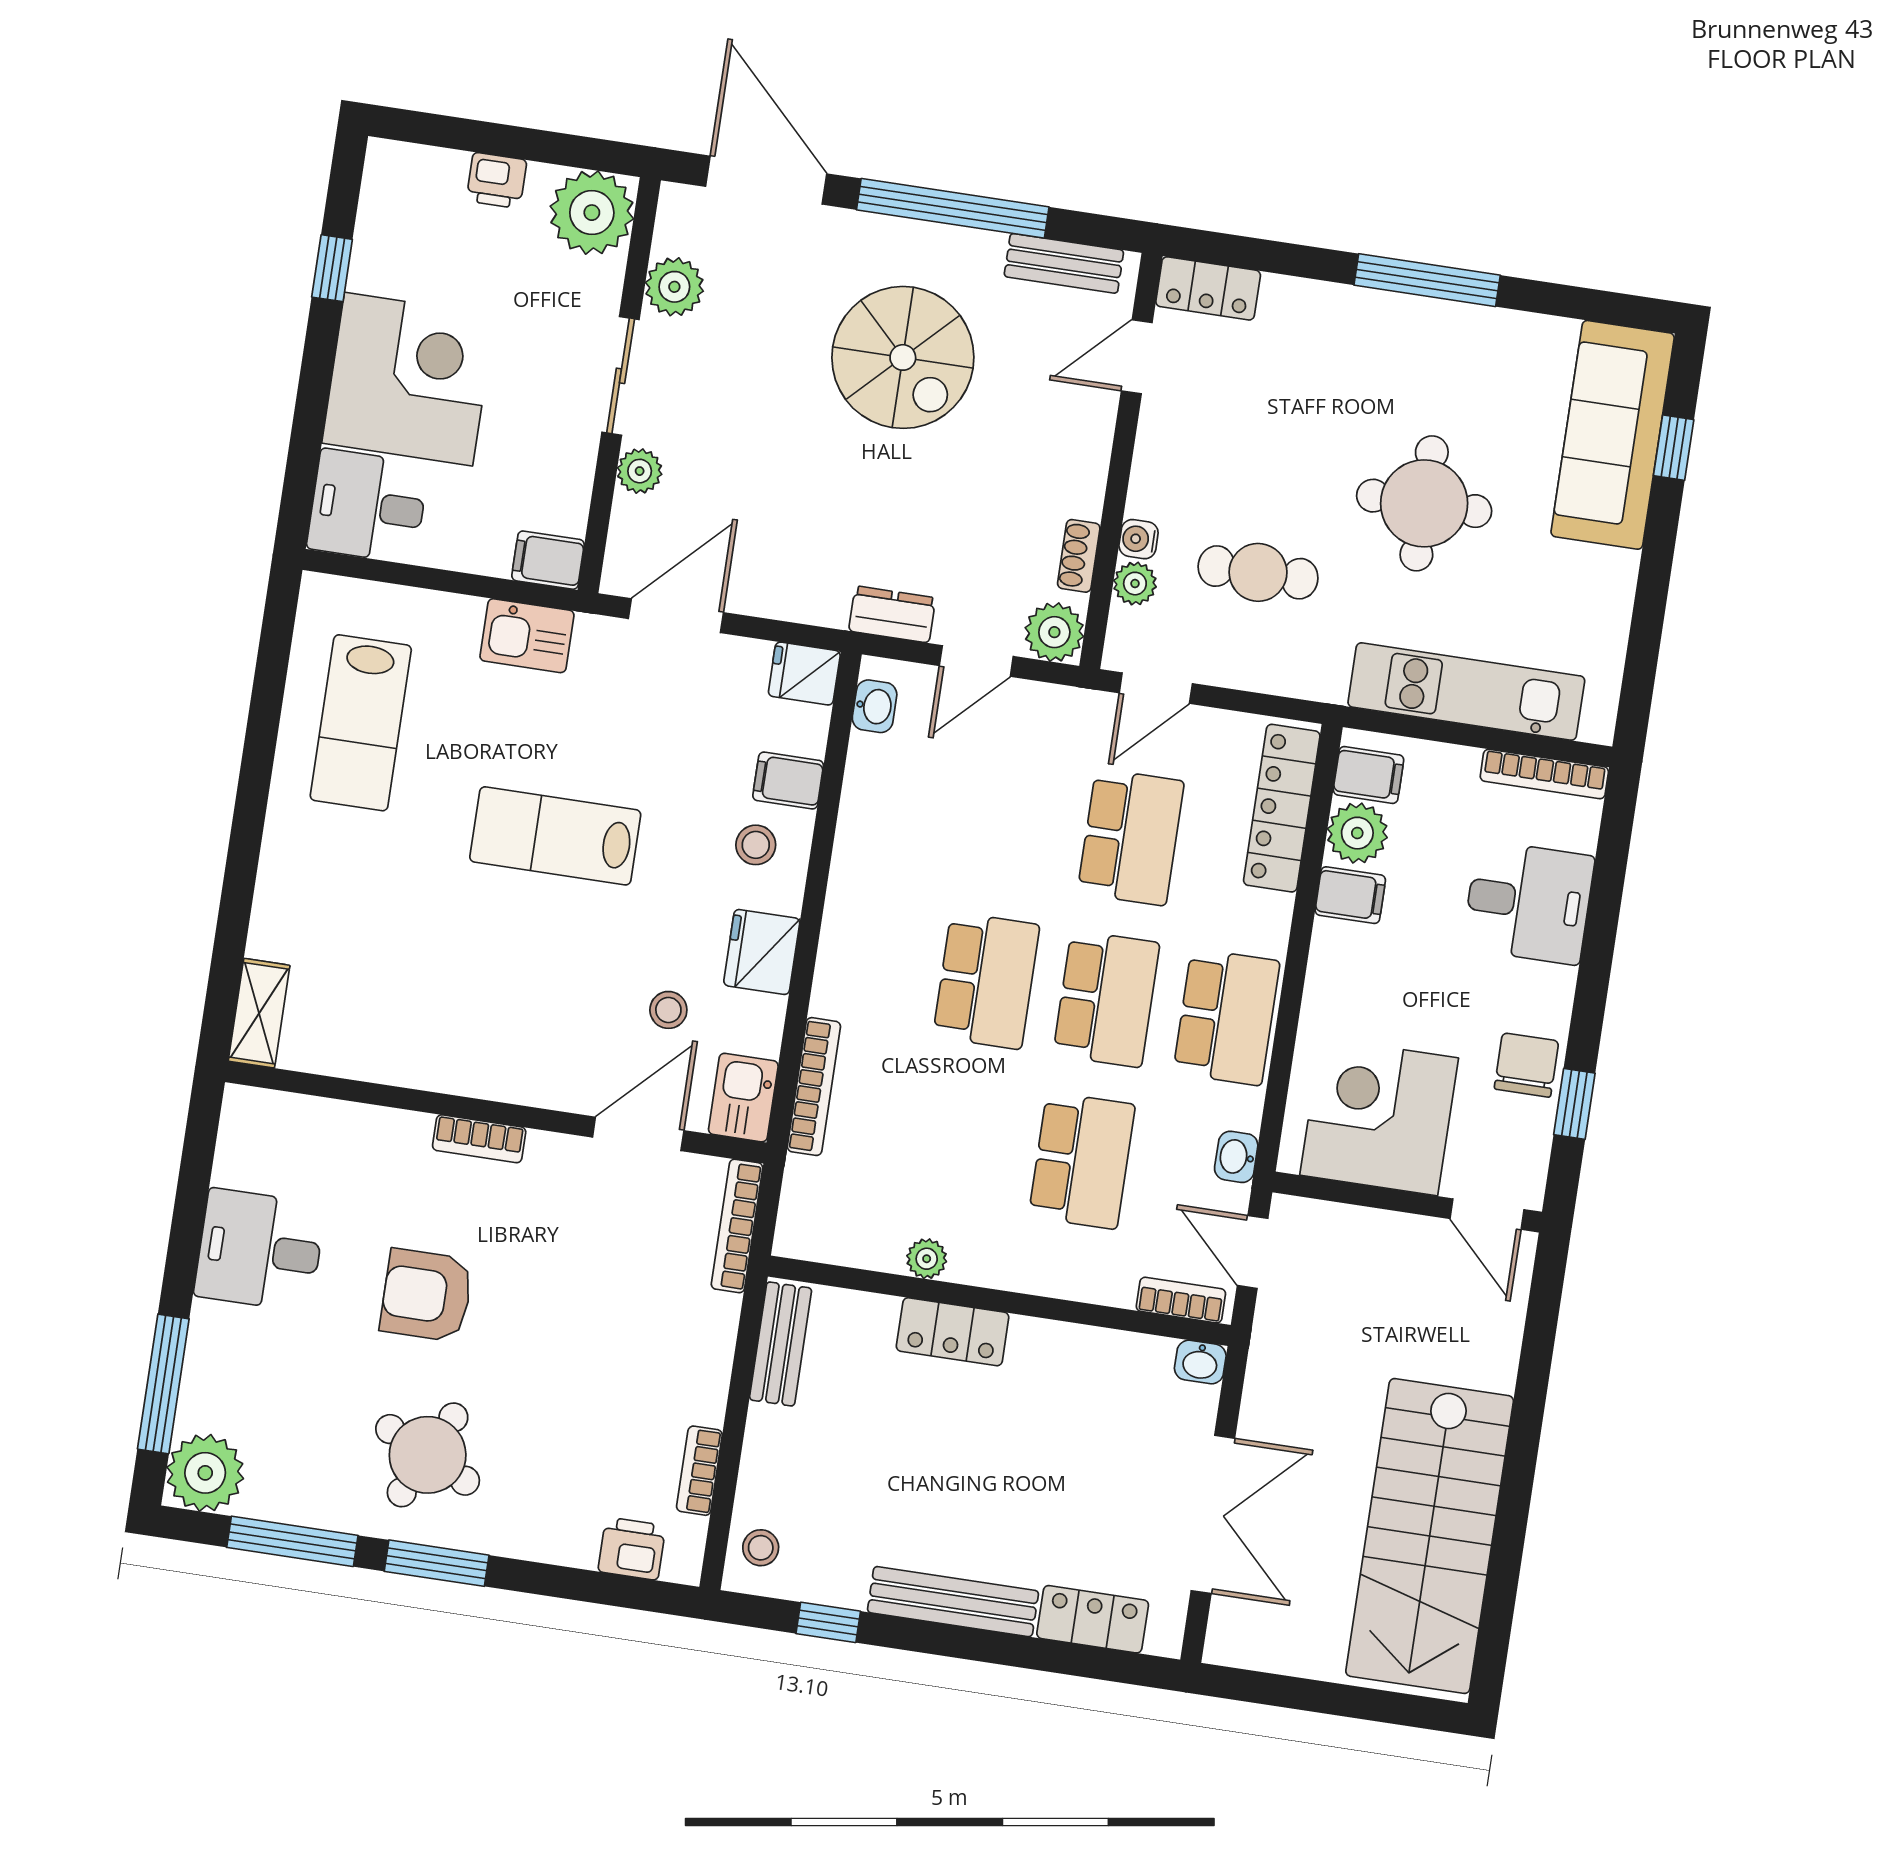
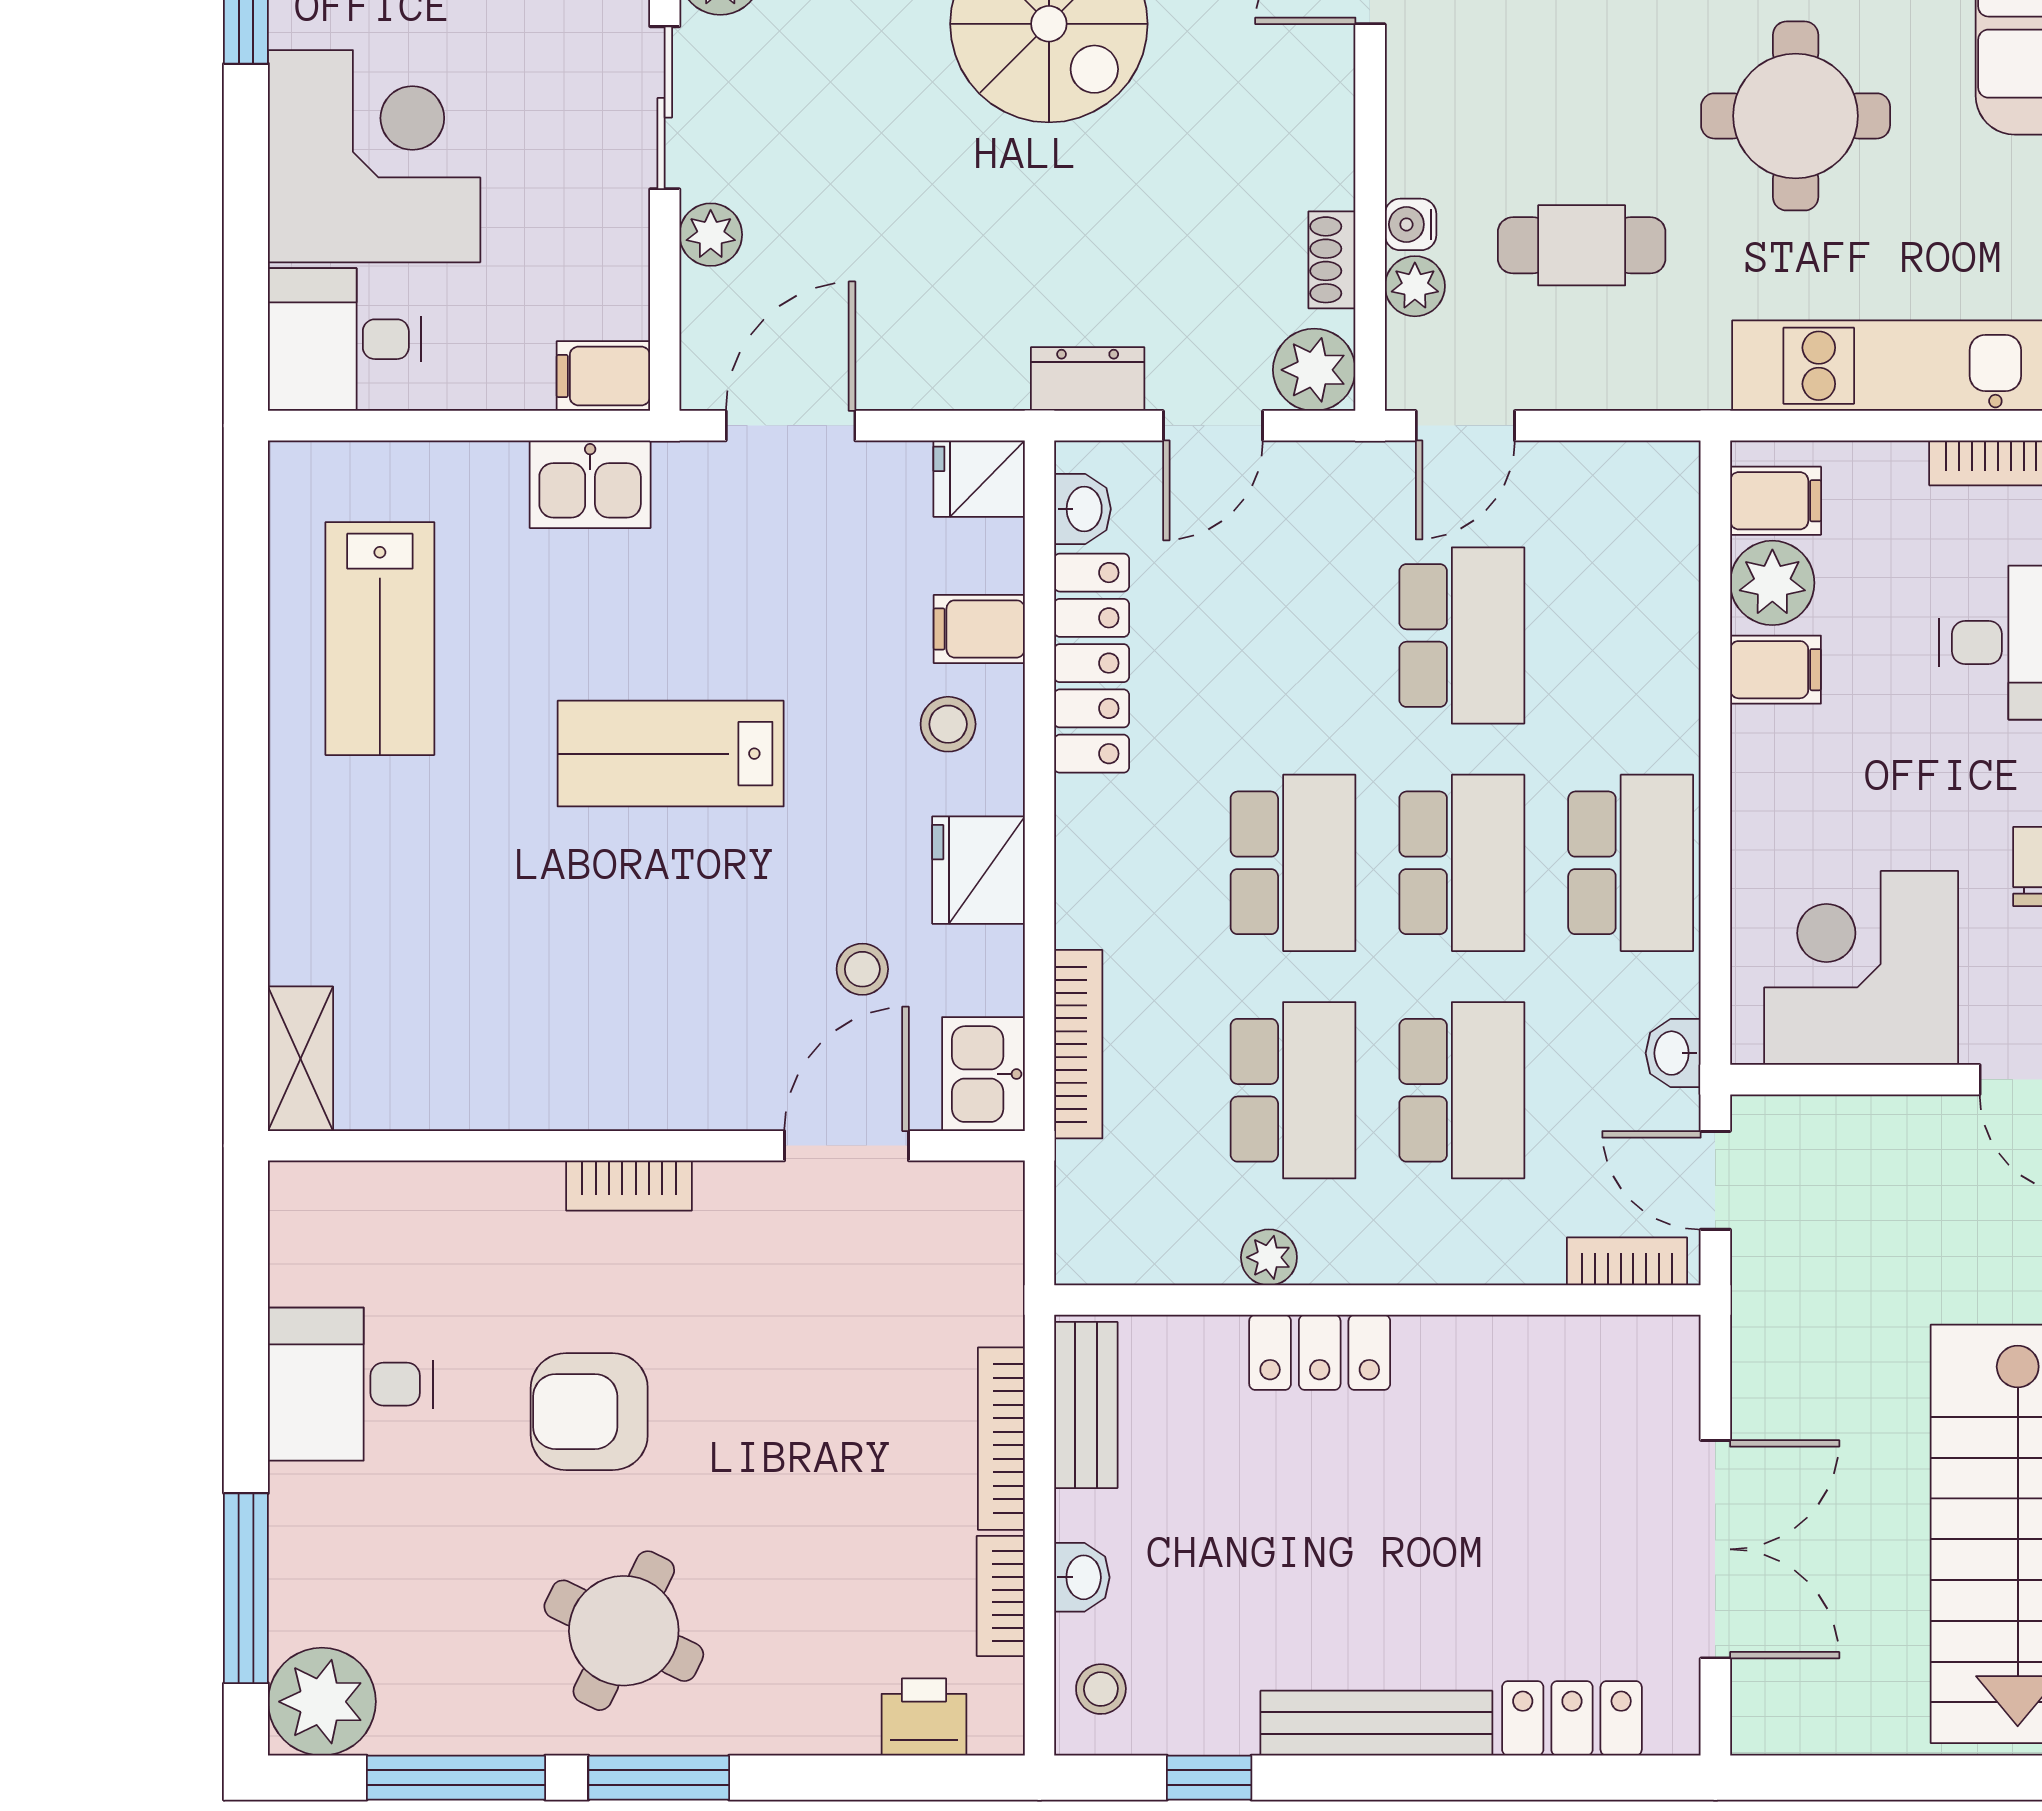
locker: (1282, 808) -> (1092, 663), moved, turned 180
school desk: (962, 1142) -> (1293, 1090), added
bookcase: (737, 1226) -> (1001, 1439), moved
washbasin: (1200, 1362) -> (1082, 1577), moved, turned -90

